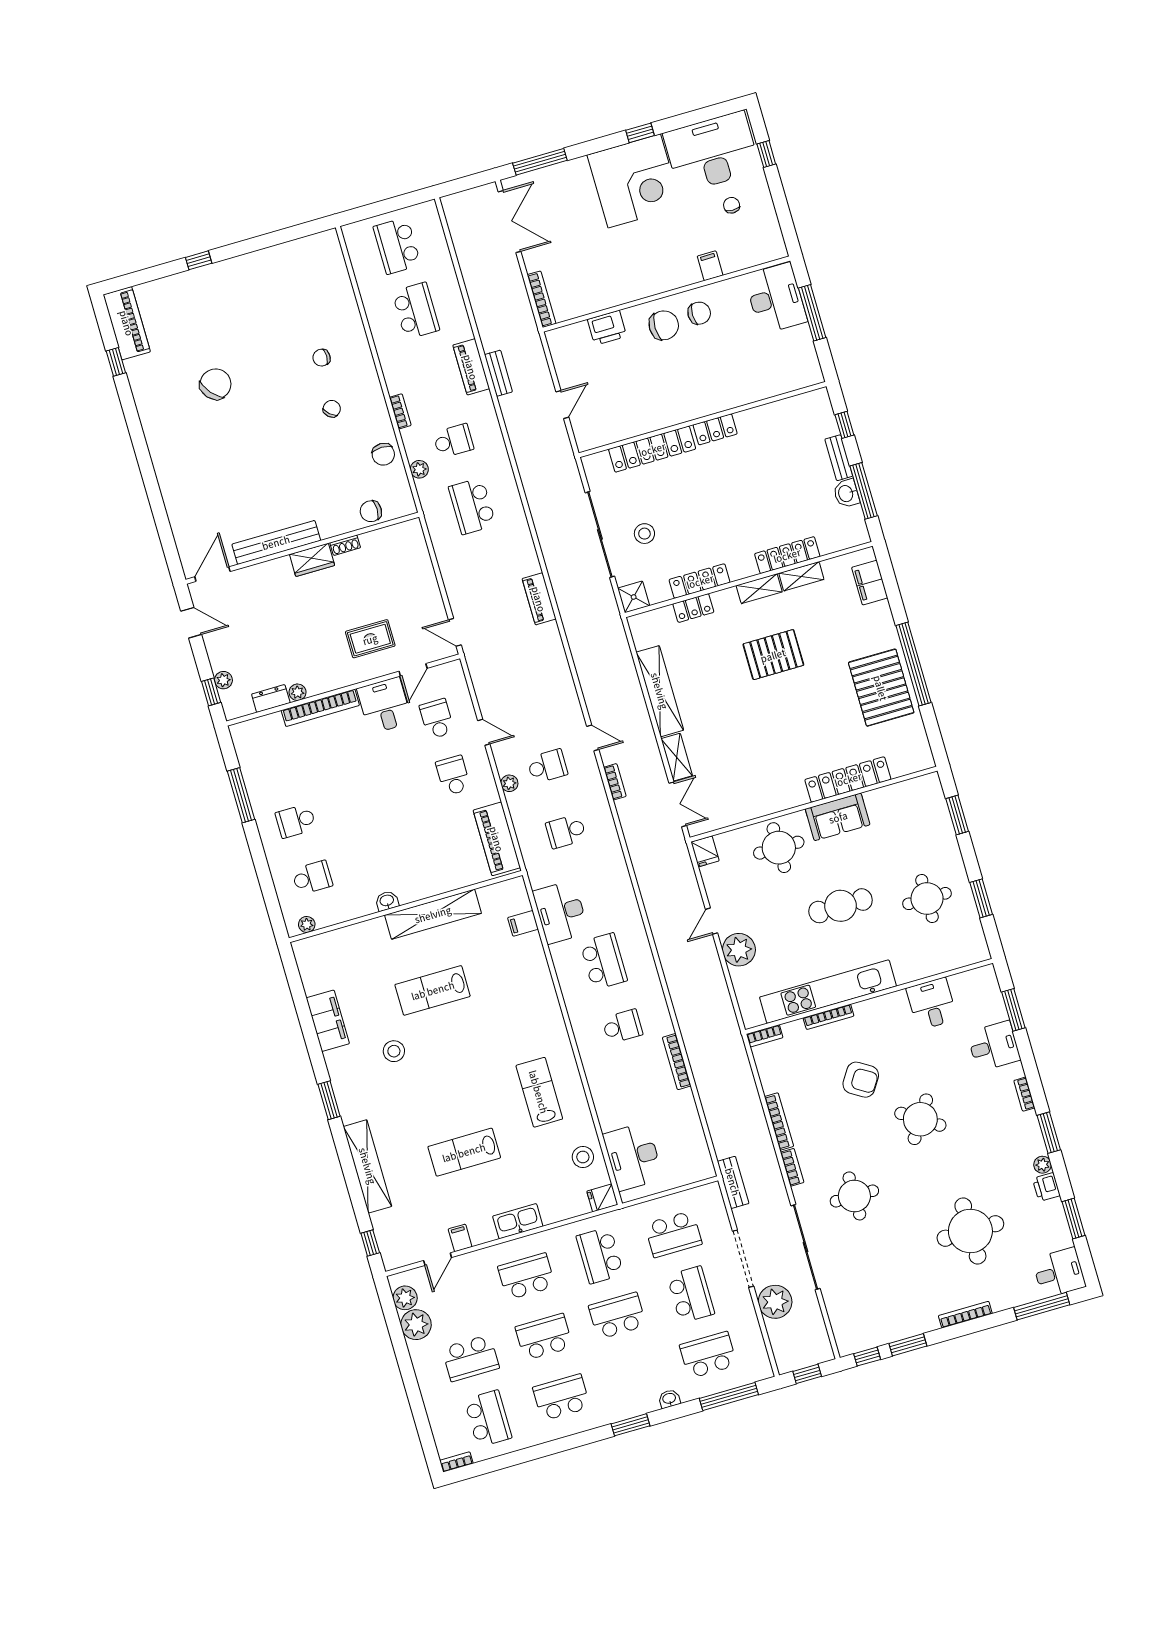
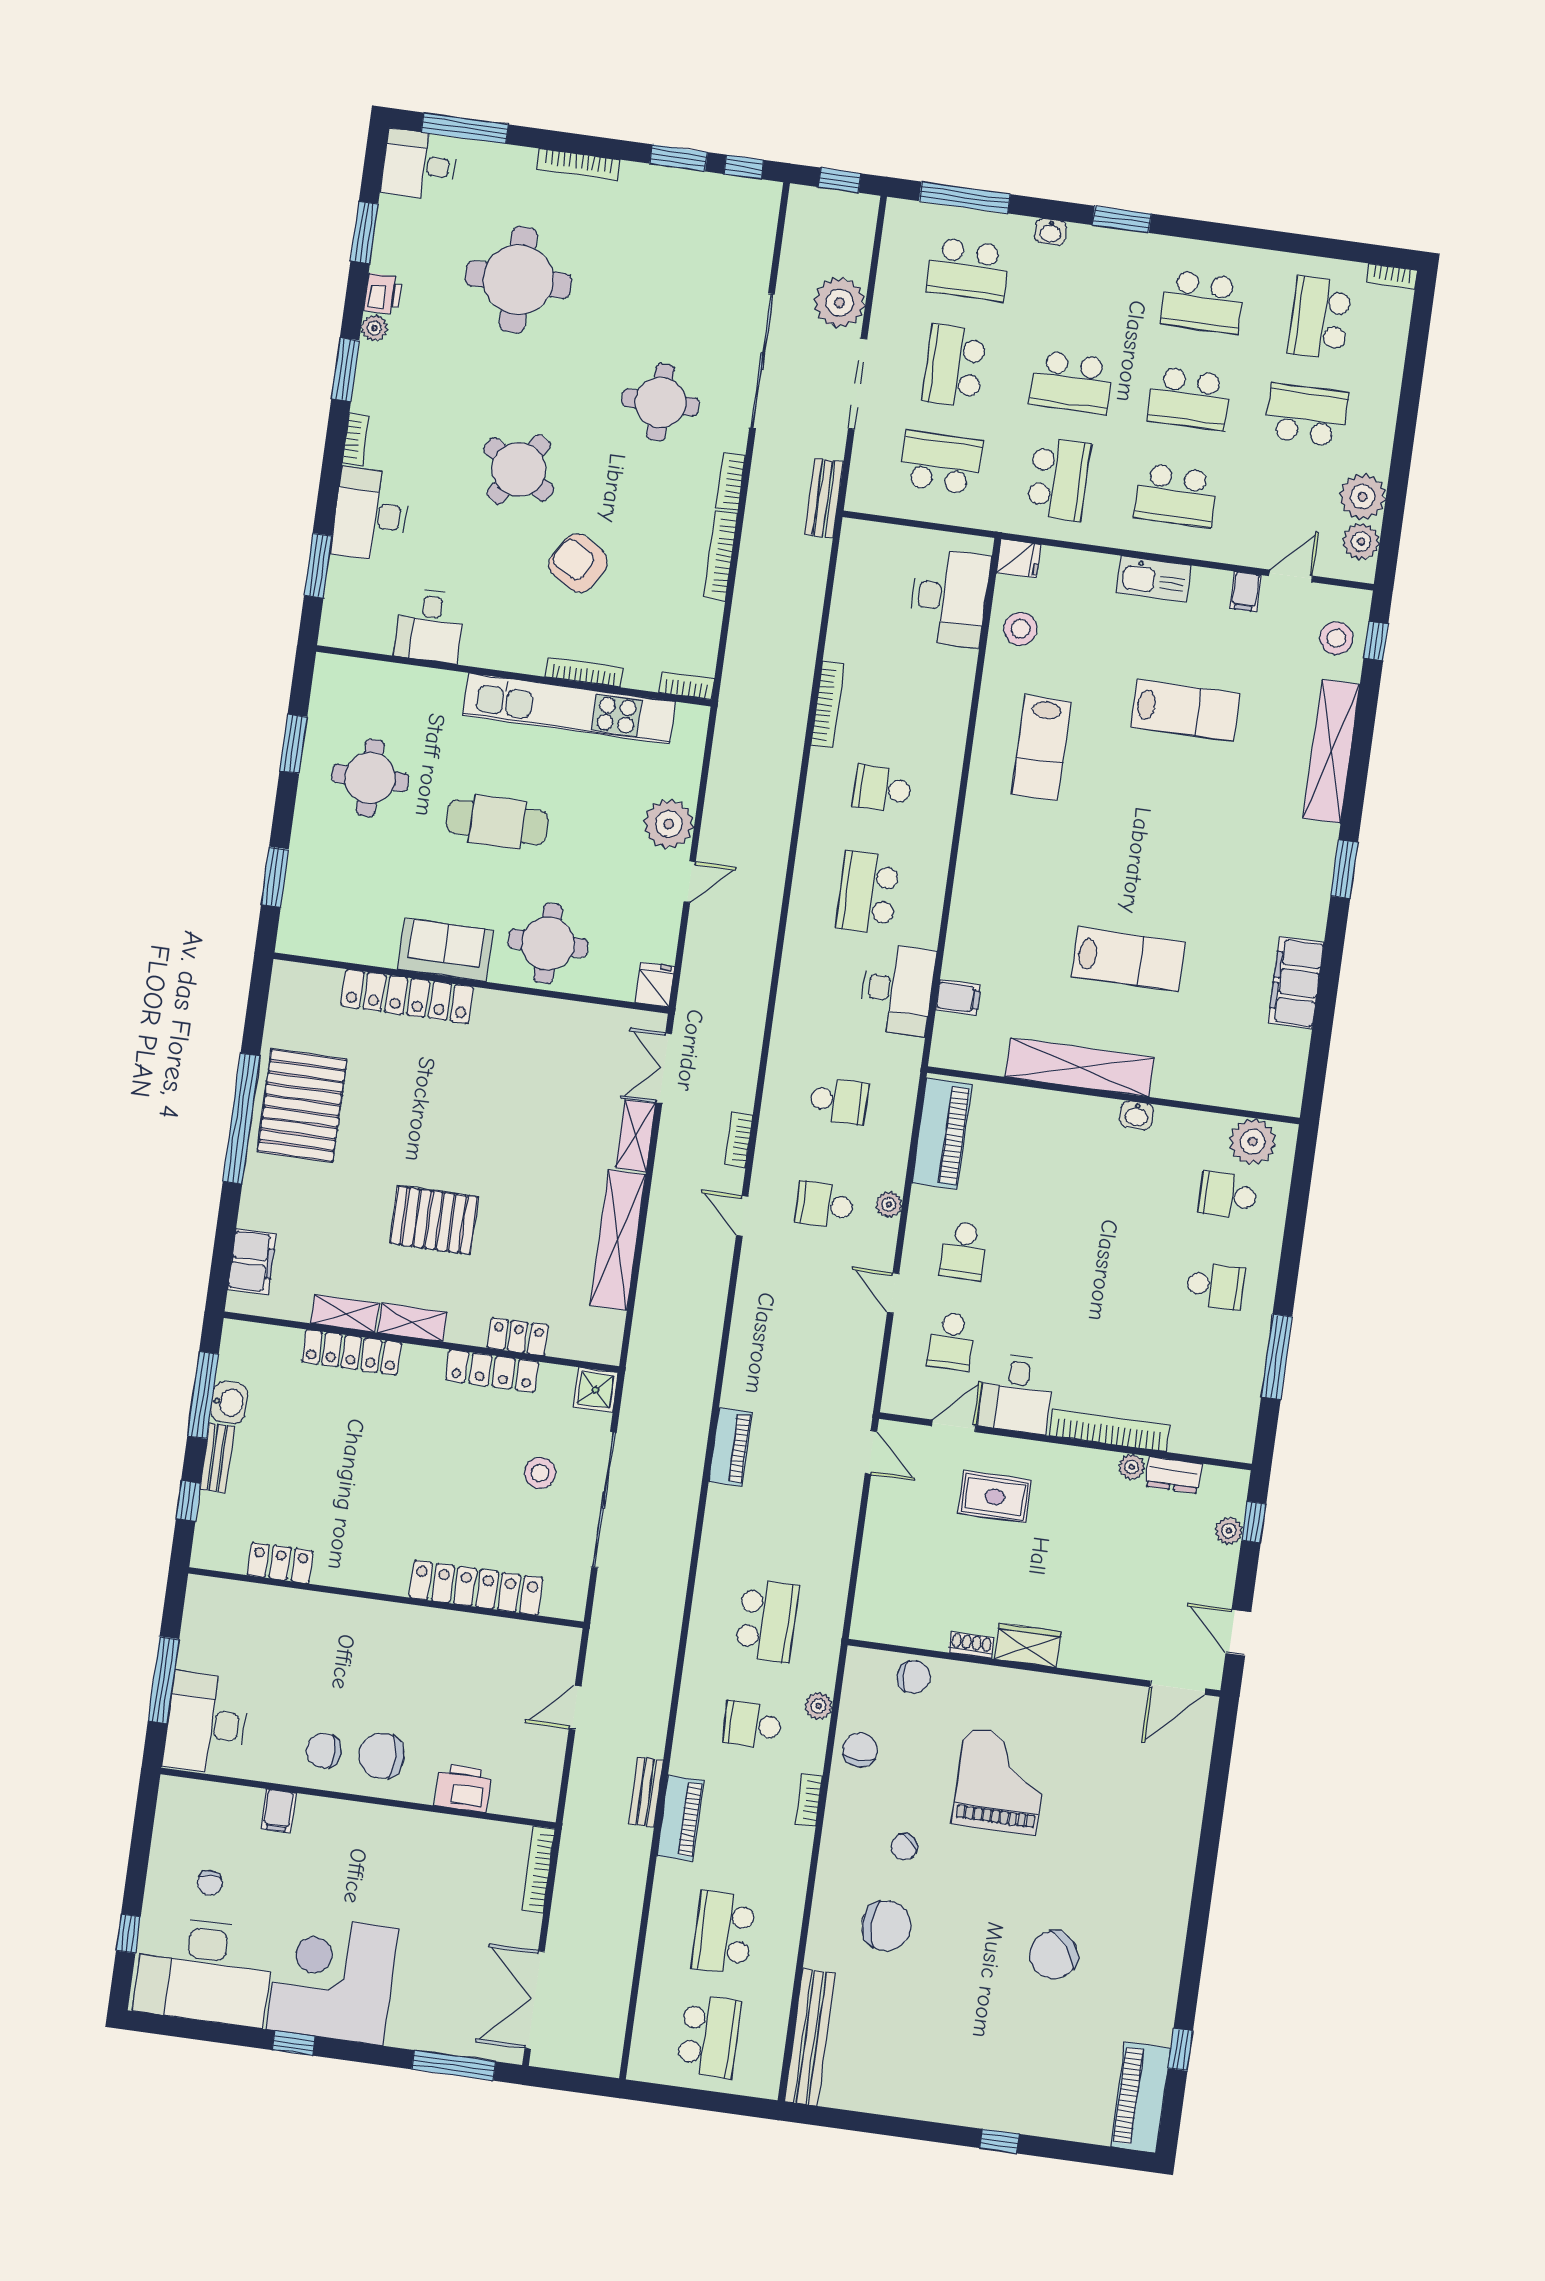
chair: (322, 358) -> (887, 1926), width x1.87, depth x1.87
locker: (715, 429) -> (280, 1563), moved
grand piano: (292, 473) -> (1000, 1781), added
bench: (276, 542) -> (810, 2037), moved, turned 90
plant: (307, 924) -> (1253, 1142), width x1.87, depth x1.87
desk: (994, 1046) -> (370, 515), width x1.37
stool: (394, 1051) -> (1336, 638), moved

